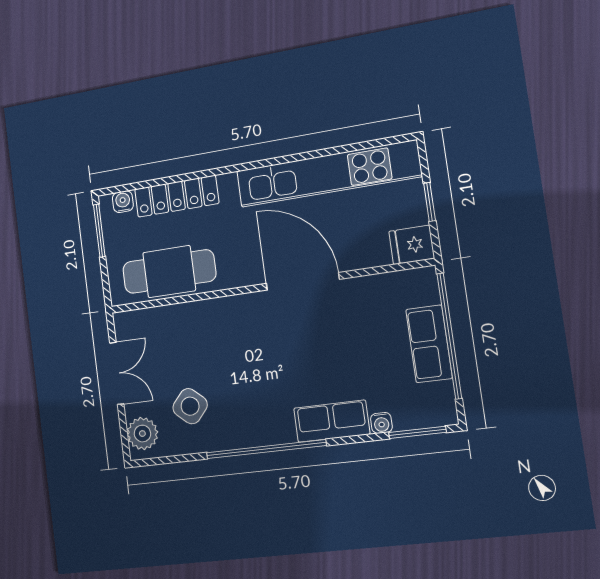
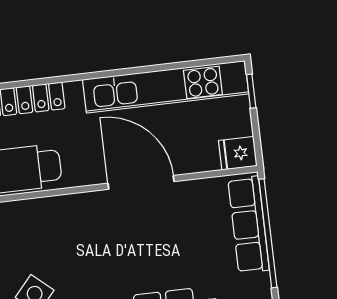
window: (430, 202) -> (251, 91), moved
row of seats: (429, 344) -> (249, 225), width x1.48

